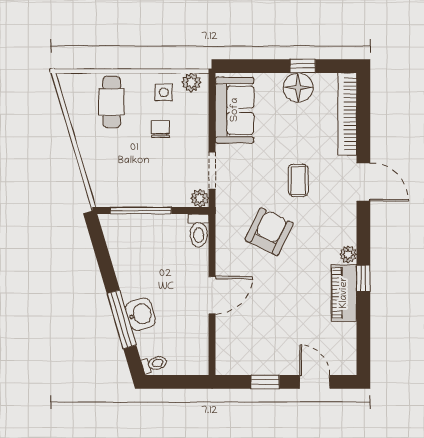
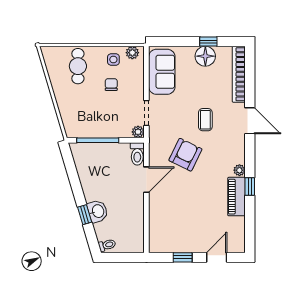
door: (212, 295) -> (146, 180), moved
window: (122, 319) -> (85, 215), width x0.46
door: (315, 382) -> (217, 257), hinge flipped

